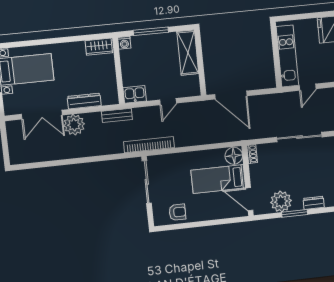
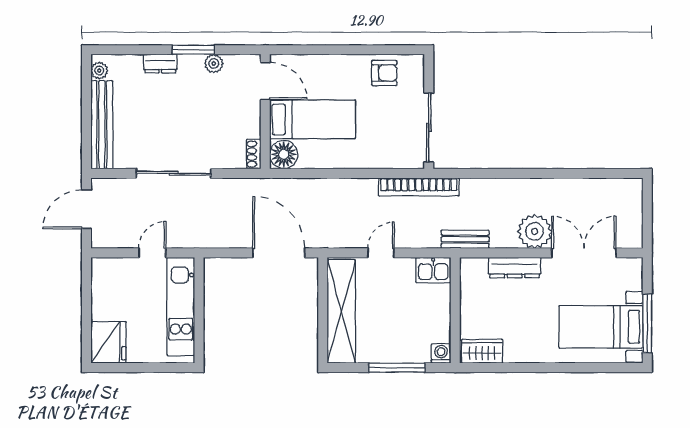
shelving: (188, 53) -> (341, 311), width x1.47
plant: (281, 202) -> (214, 63), width x0.53, depth x0.53
armchair: (177, 212) -> (384, 73), turned 180

